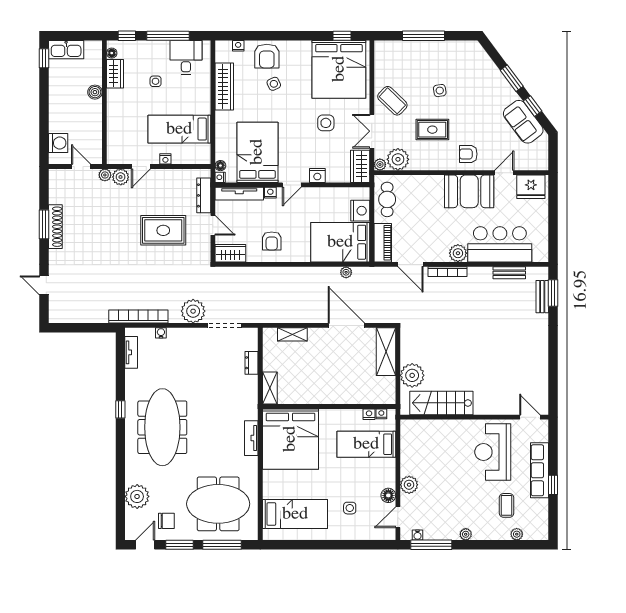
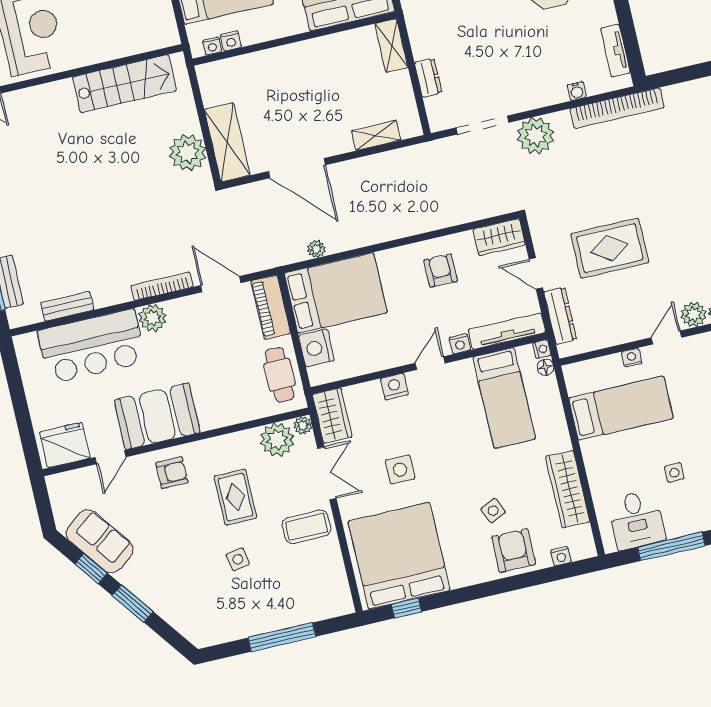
coffee table: (392, 101) -> (306, 527), turned -44
rug: (432, 130) -> (235, 497), turned 90
bed: (257, 152) -> (504, 398), width x0.67
plant: (412, 375) -> (188, 153), moved

